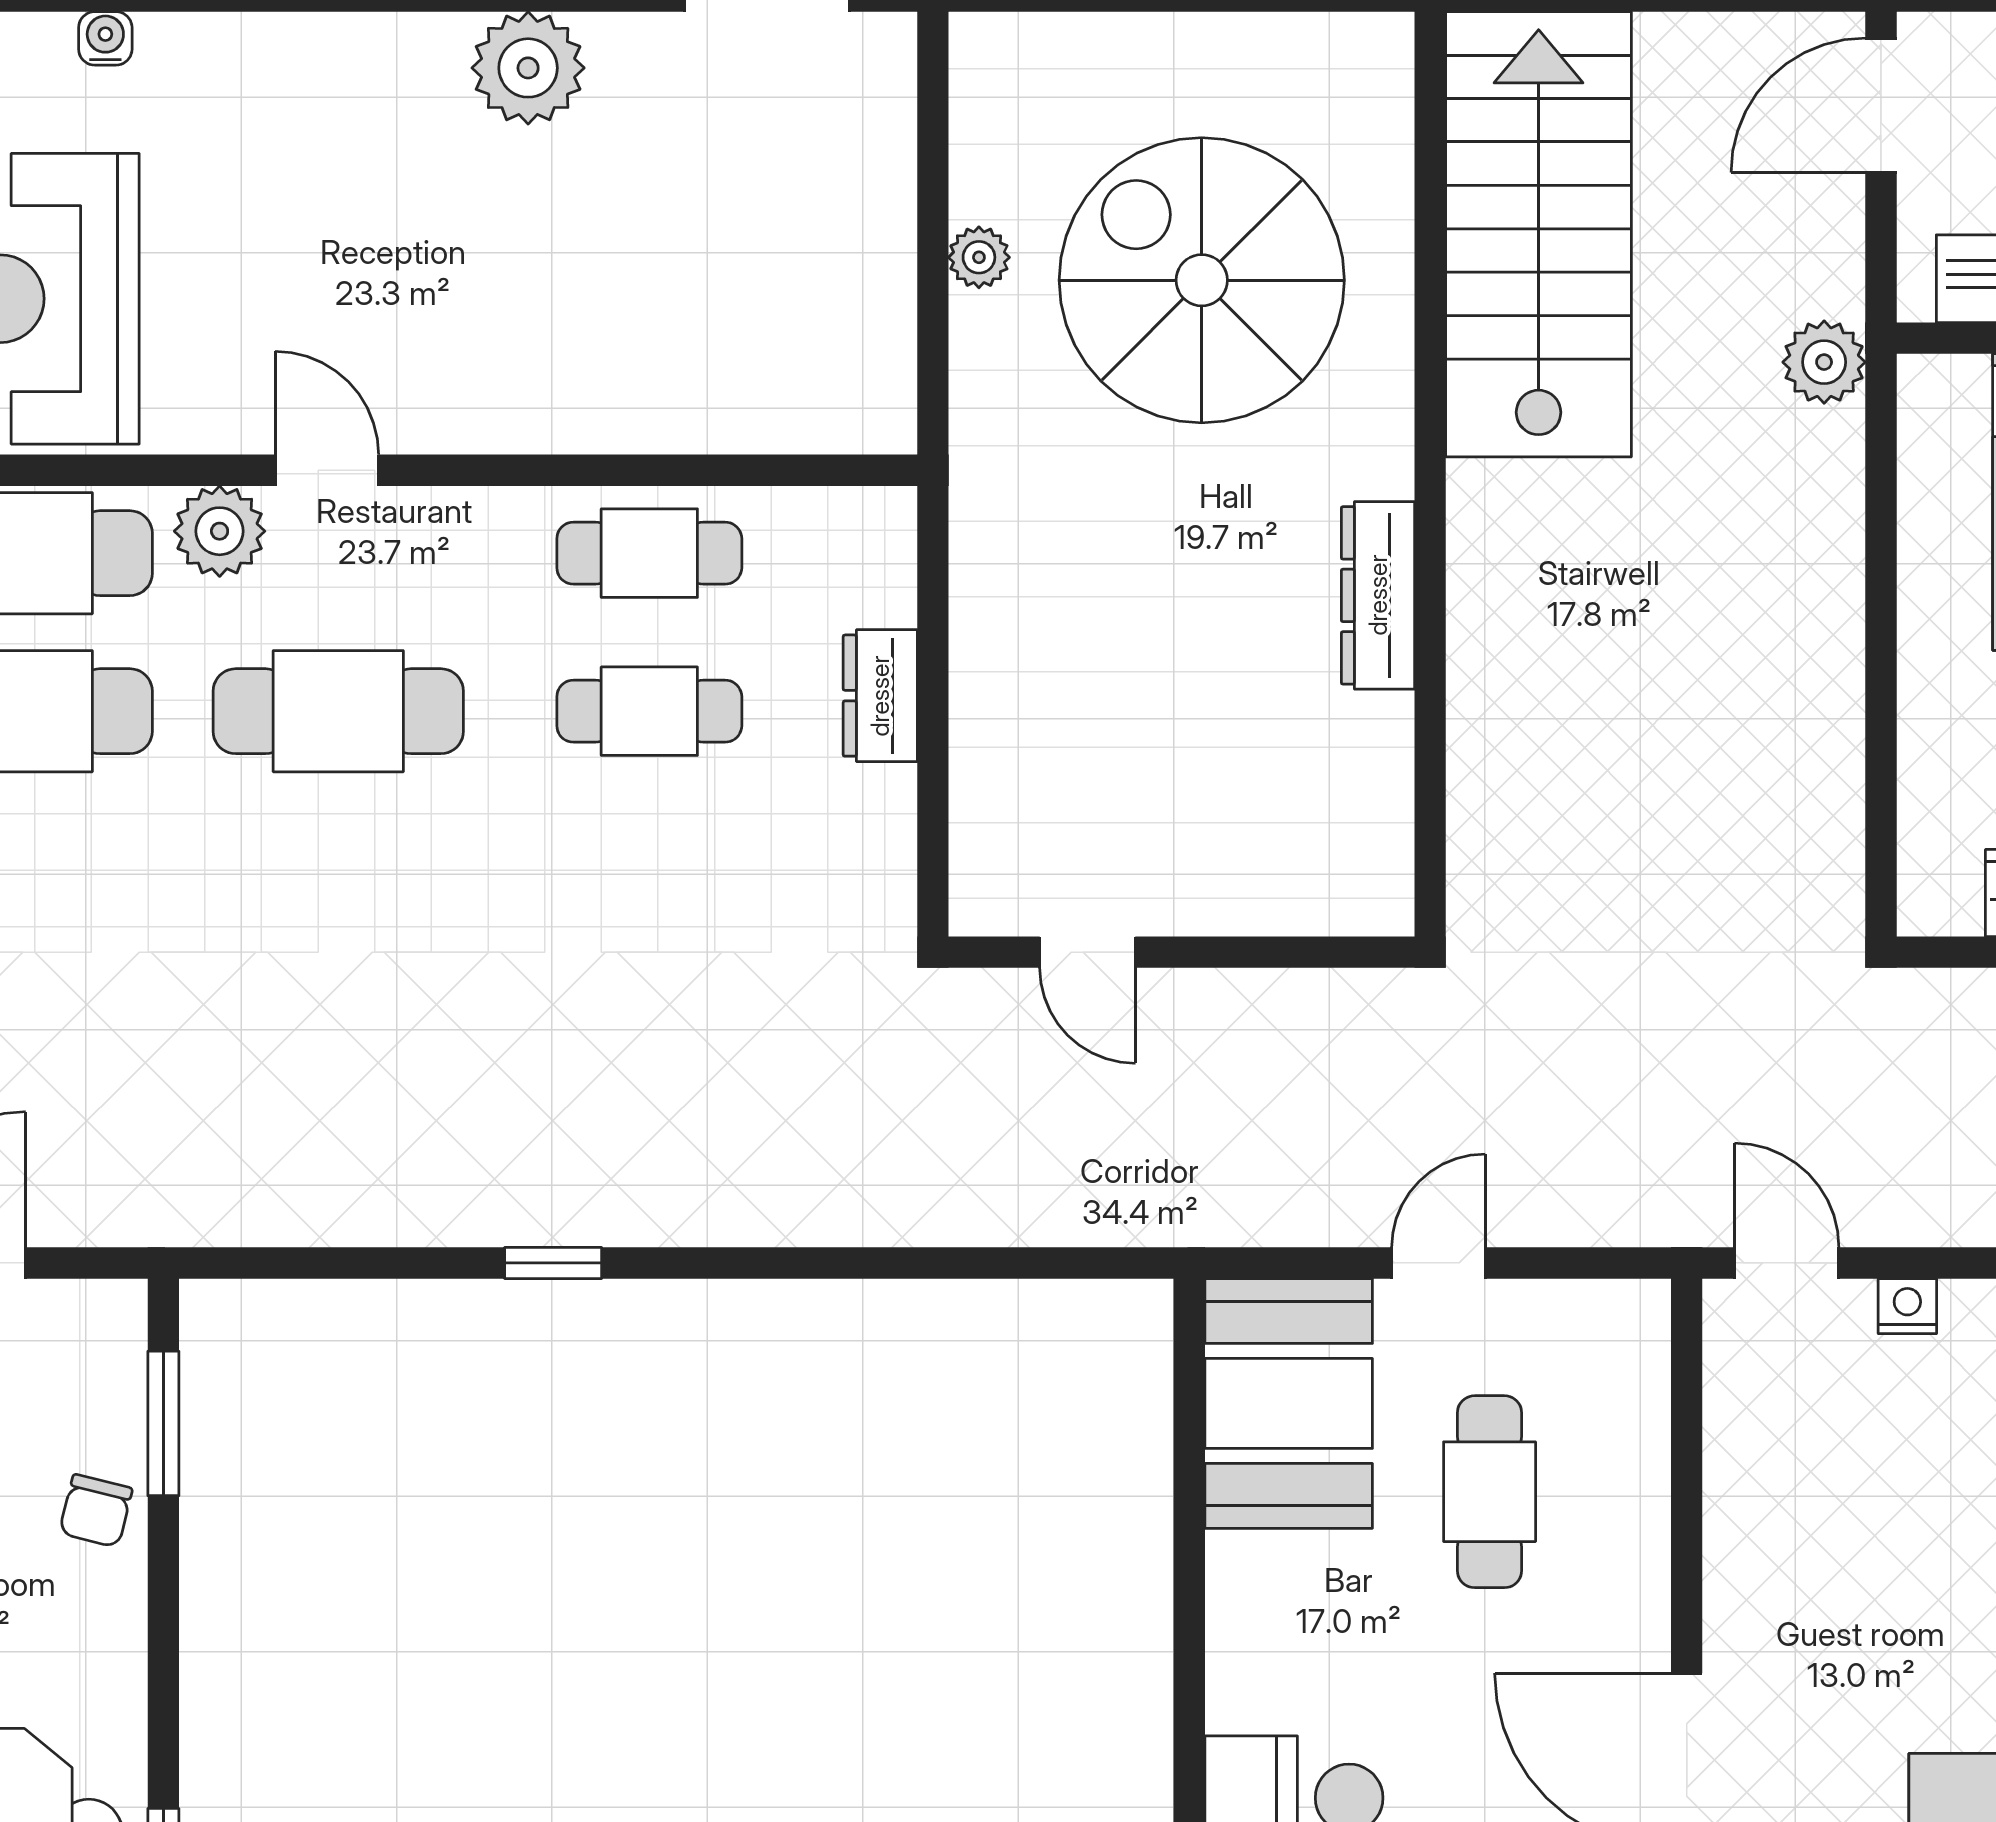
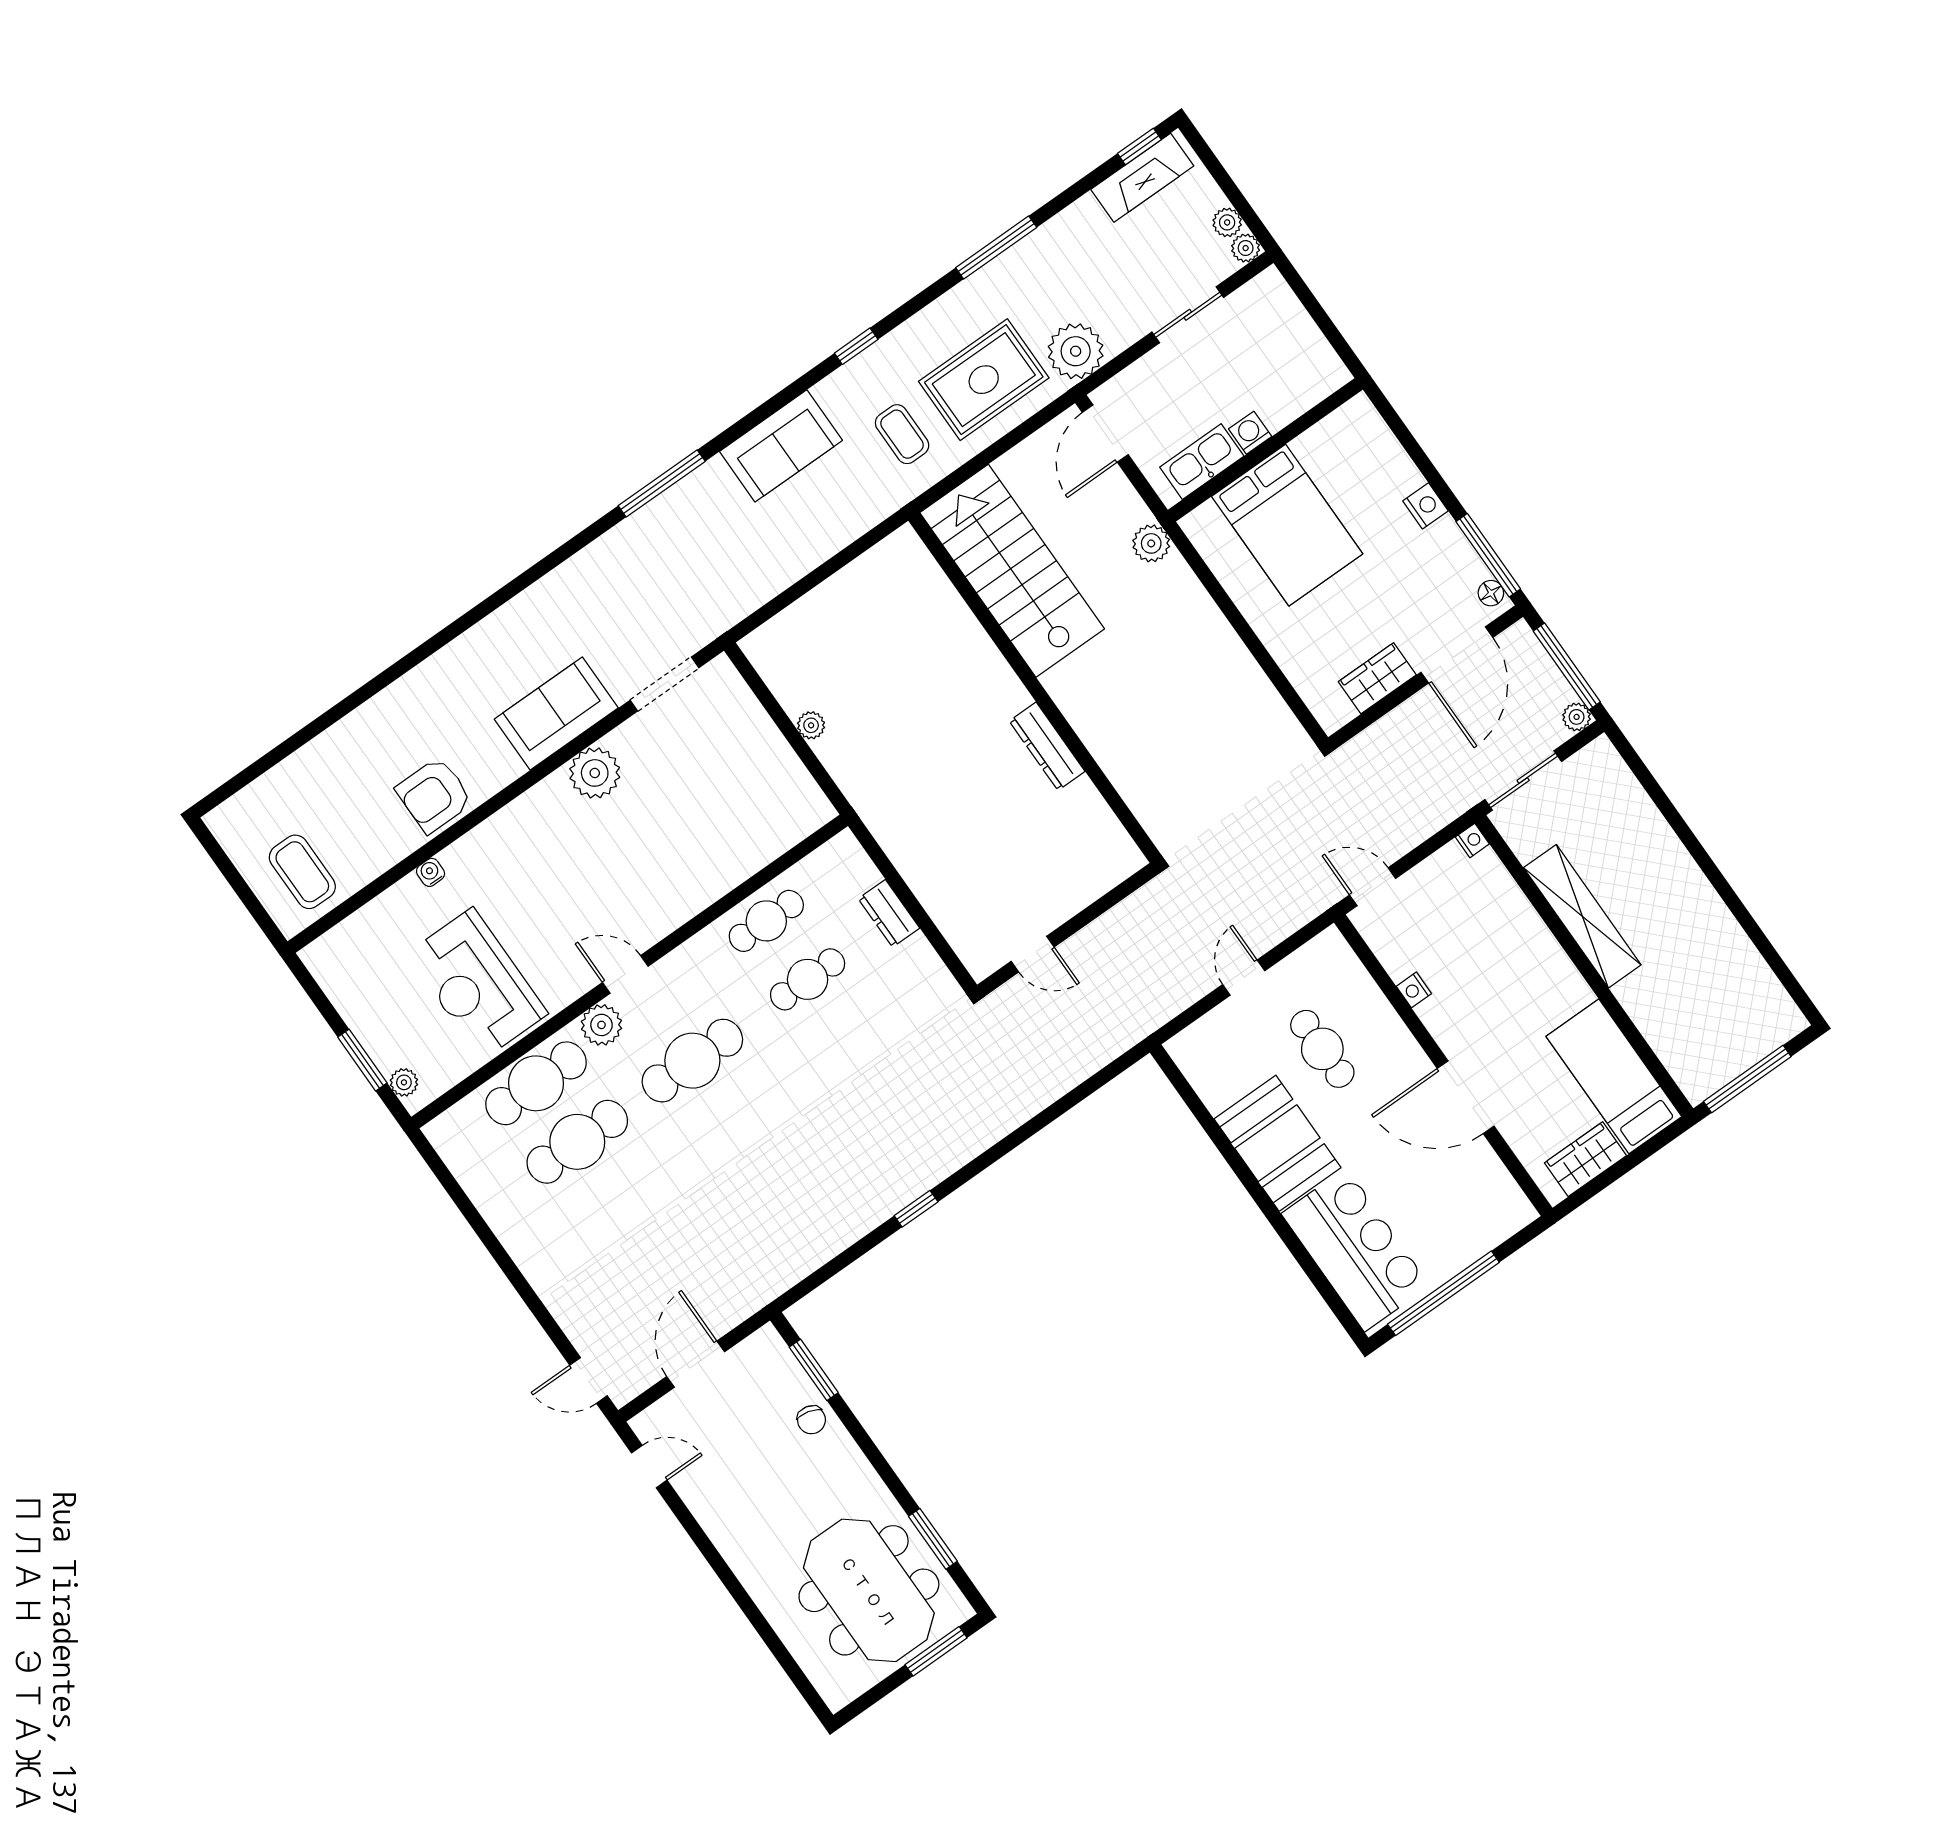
spiral stairs: (1202, 280) -> (899, 676), removed
nightstand: (1907, 1306) -> (1414, 990), moved, turned -90
booth: (1289, 1403) -> (1277, 1143), moved

